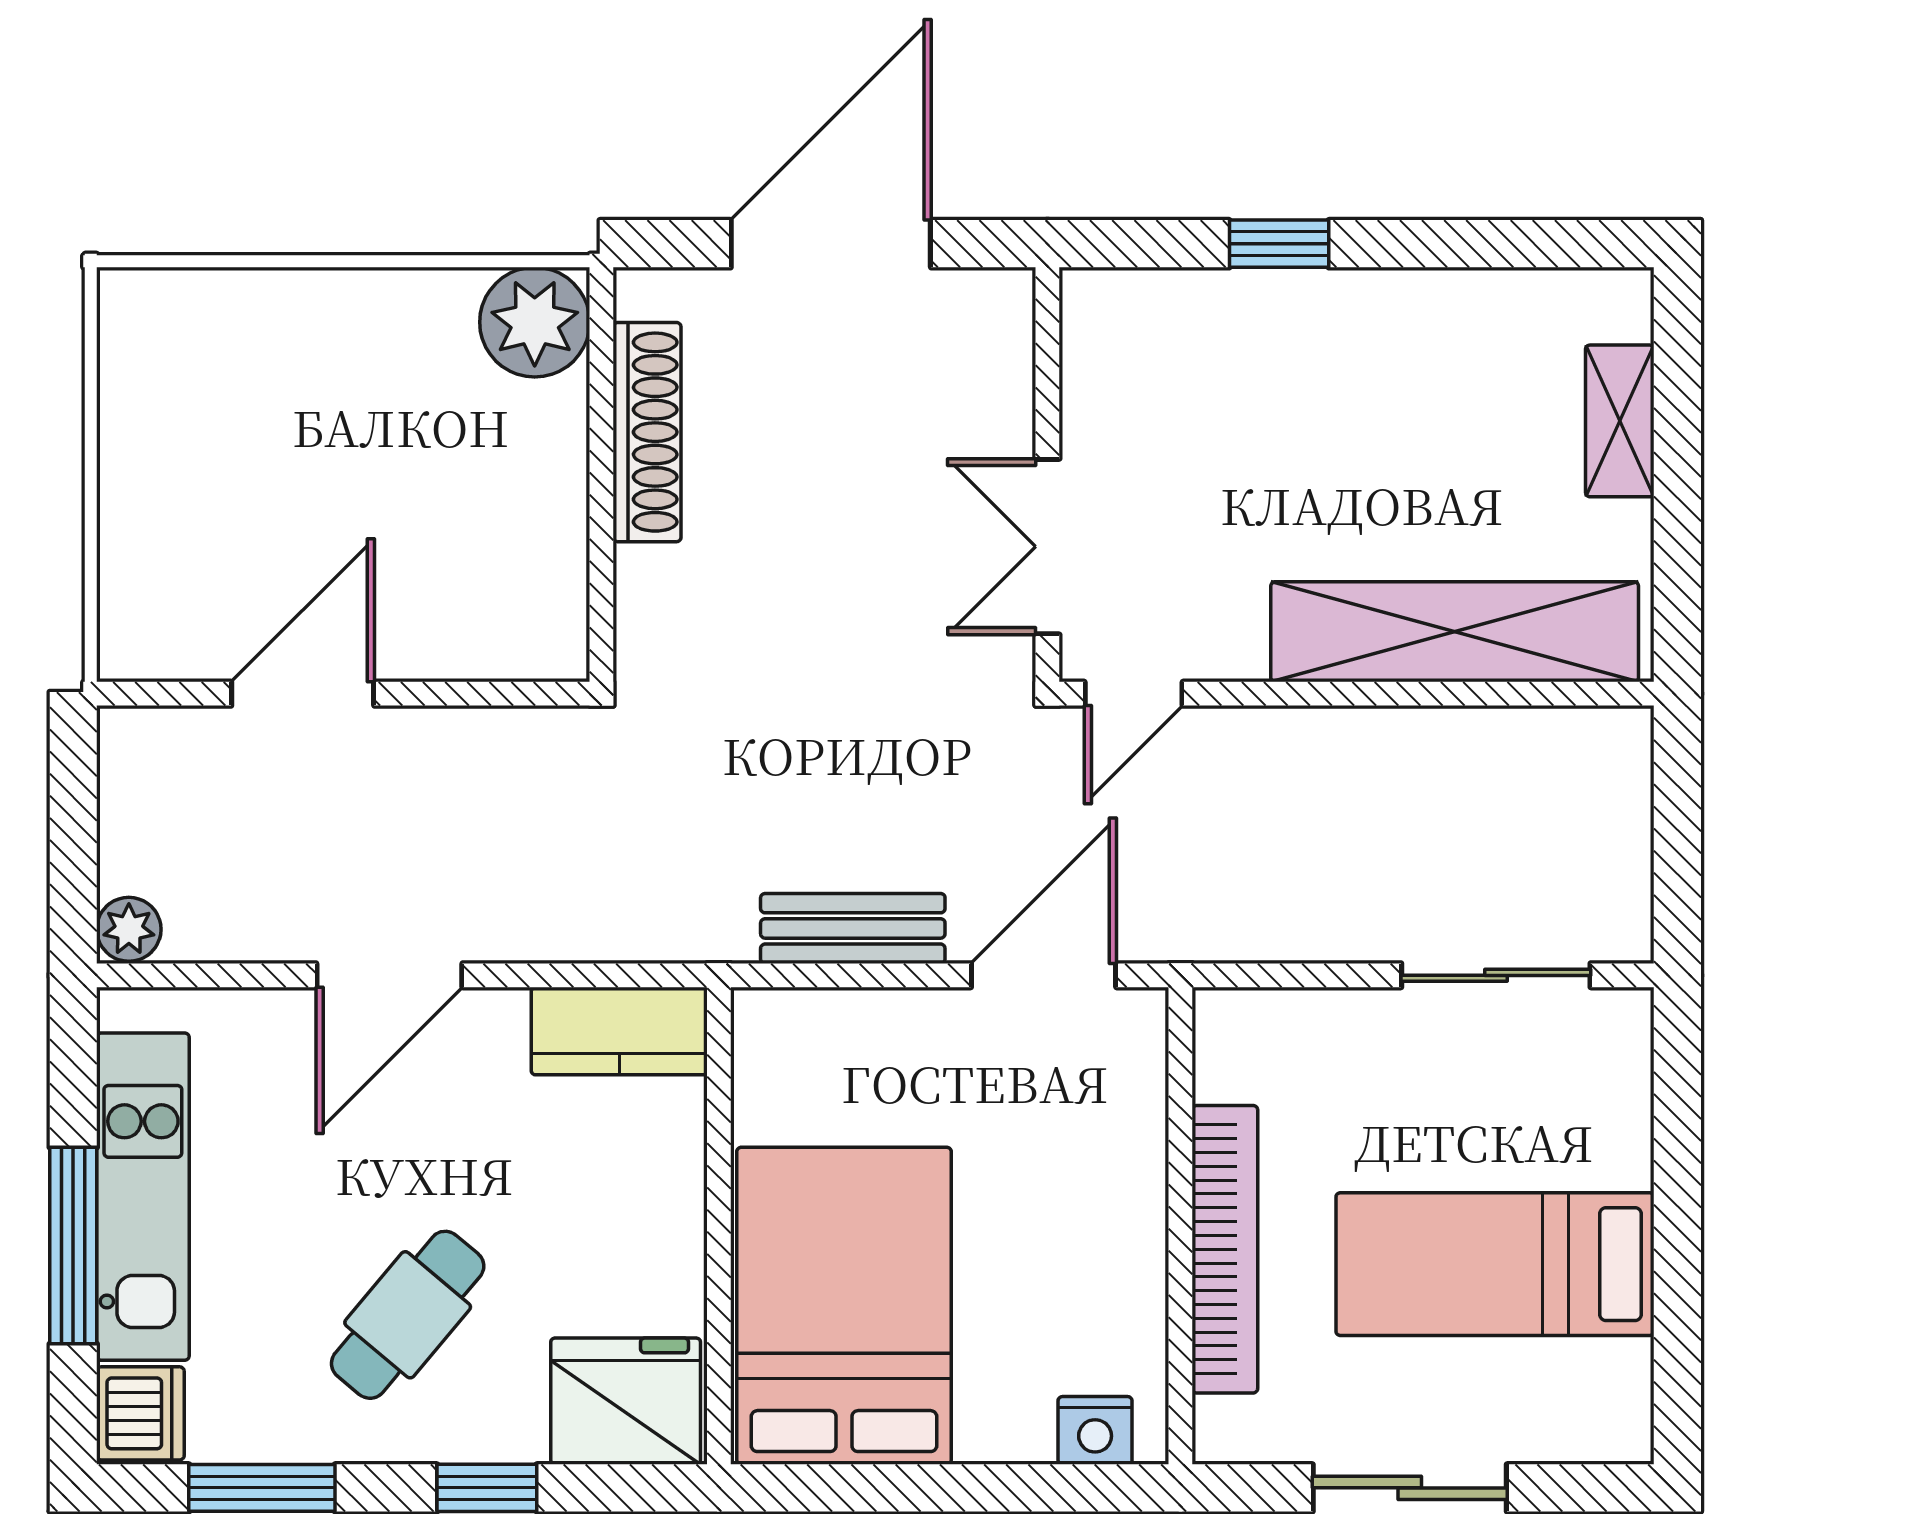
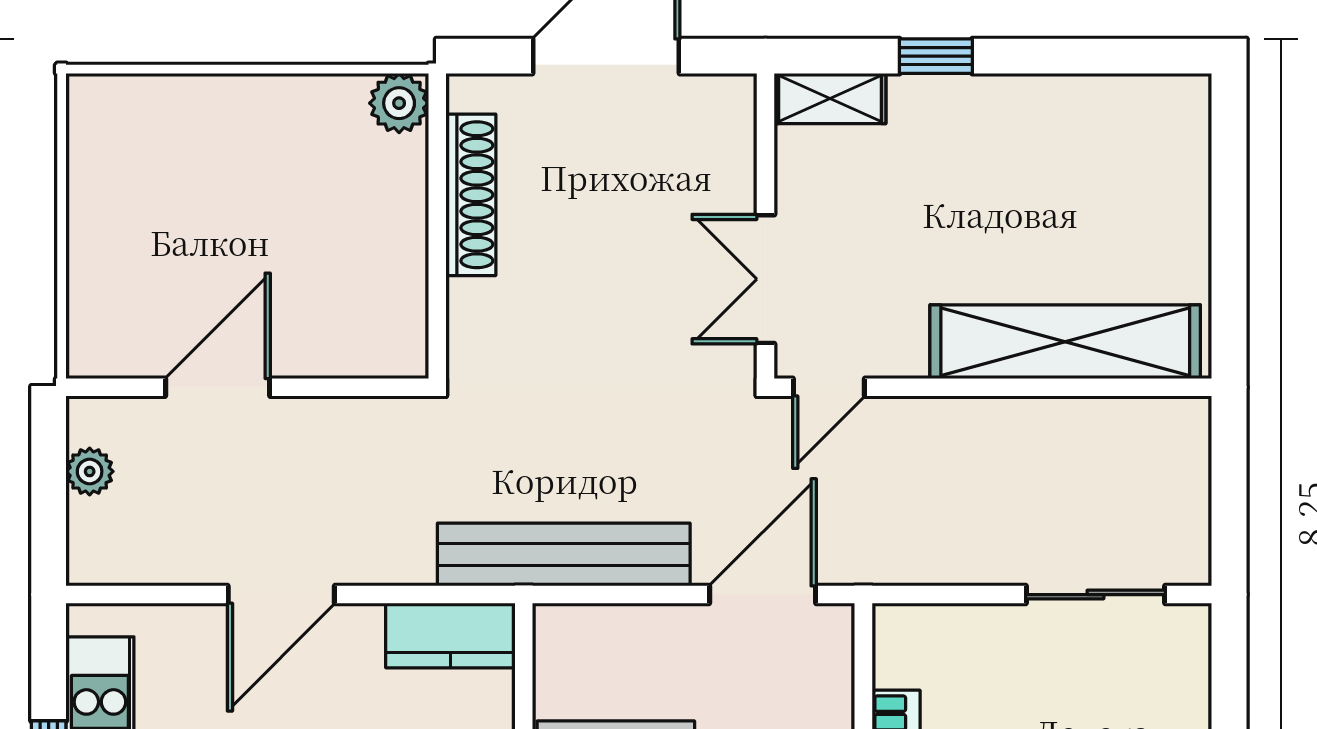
plant: (535, 322) -> (399, 103), width x0.73, depth x0.73
shelving: (1620, 421) -> (830, 99), moved, turned 90
bench: (853, 928) -> (564, 554), width x1.86, depth x1.21
plant: (129, 929) -> (90, 471), moved

